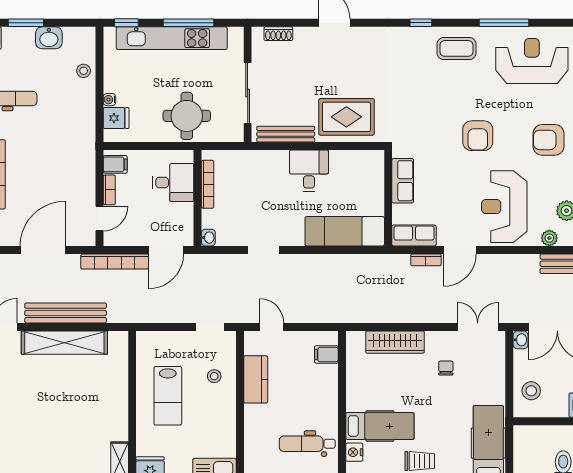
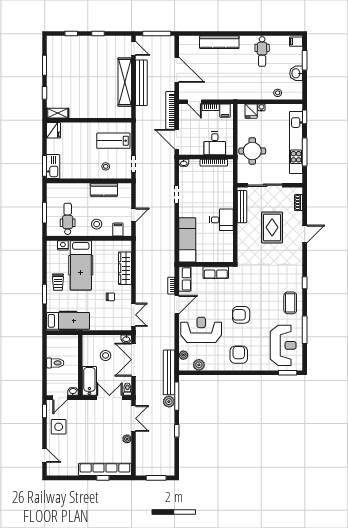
rug: (346, 117) -> (272, 227), moved
door: (460, 250) -> (177, 305), swing flipped
door: (272, 327) -> (133, 215), moved
stool: (531, 391) -> (106, 355), moved
stool: (317, 392) -> (97, 224), added
lab bench: (168, 396) -> (113, 141), moved
hospital bed: (380, 426) -> (81, 265), width x1.37, depth x1.29

